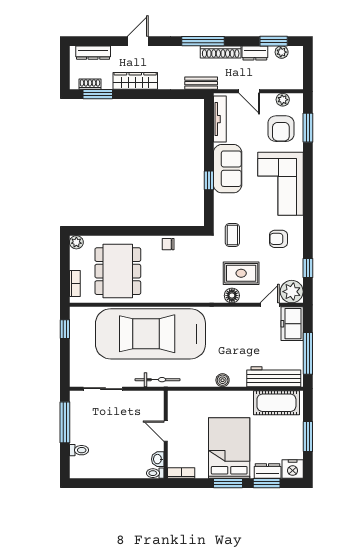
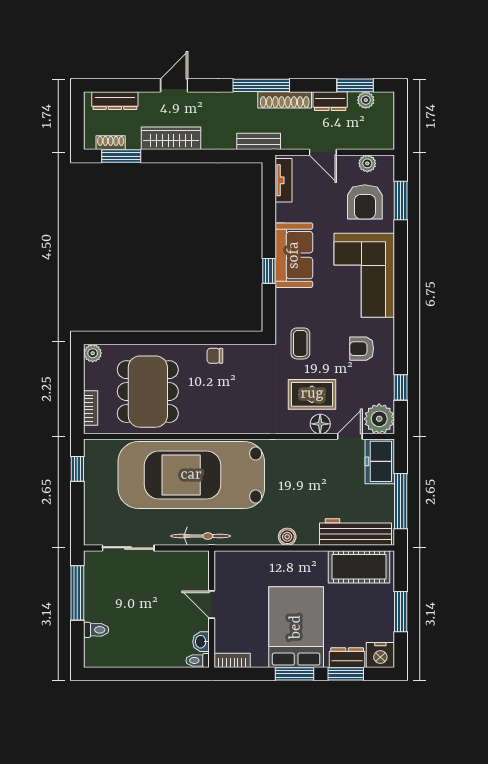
tv unit: (220, 119) -> (284, 180), width x0.71
floor lamp: (232, 295) -> (320, 424), moved

